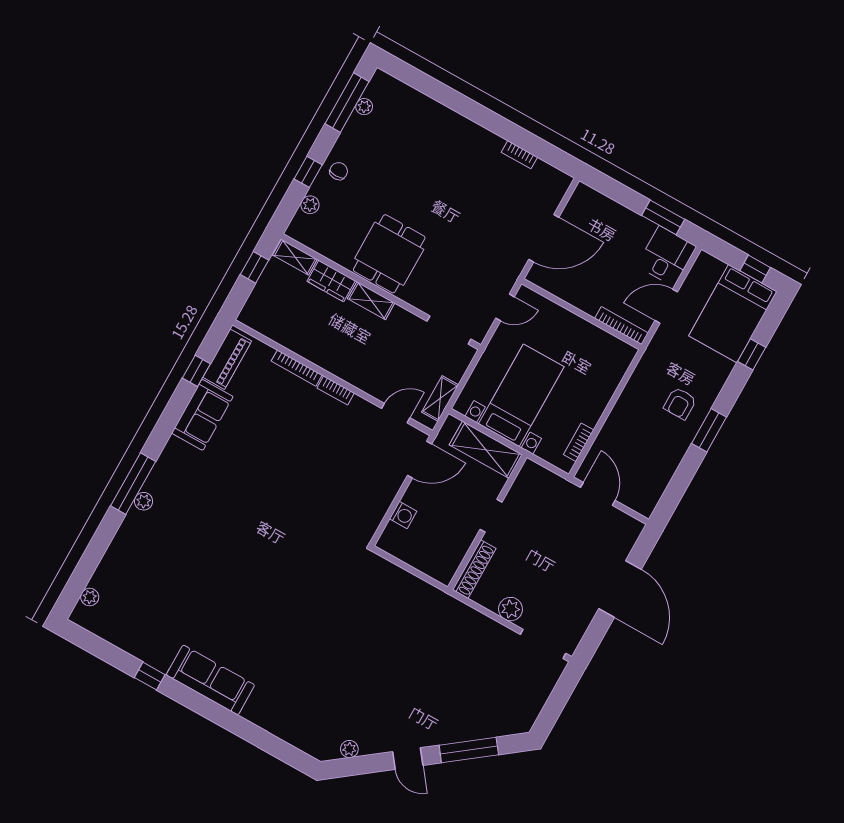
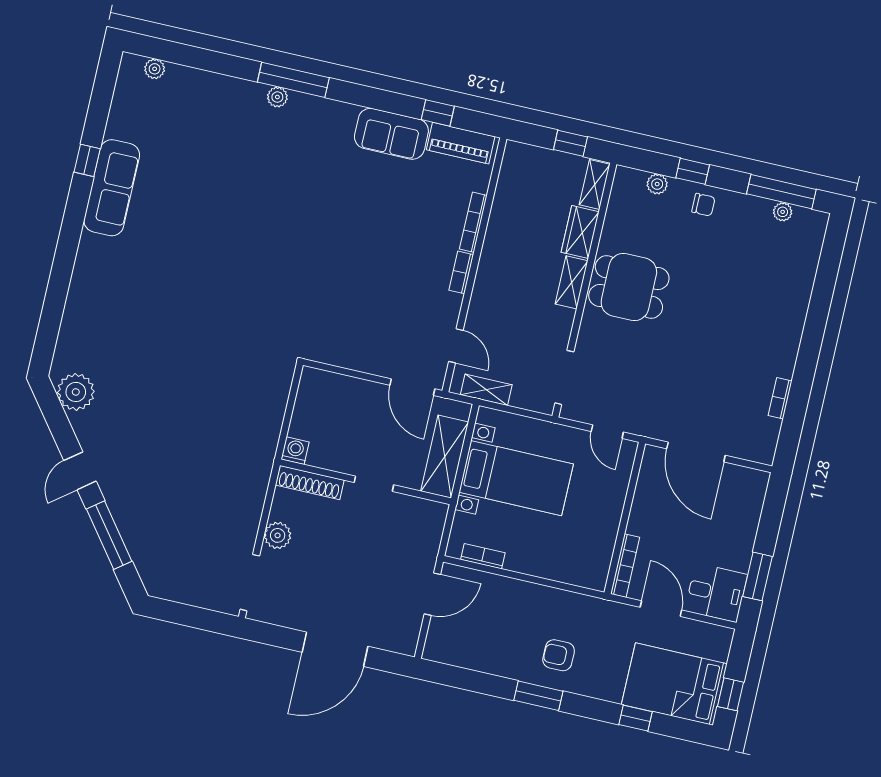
washing machine: (403, 515) -> (295, 451), moved, turned 180
sofa: (210, 680) -> (112, 188), moved
plant: (349, 749) -> (76, 392), width x1.87, depth x1.87

